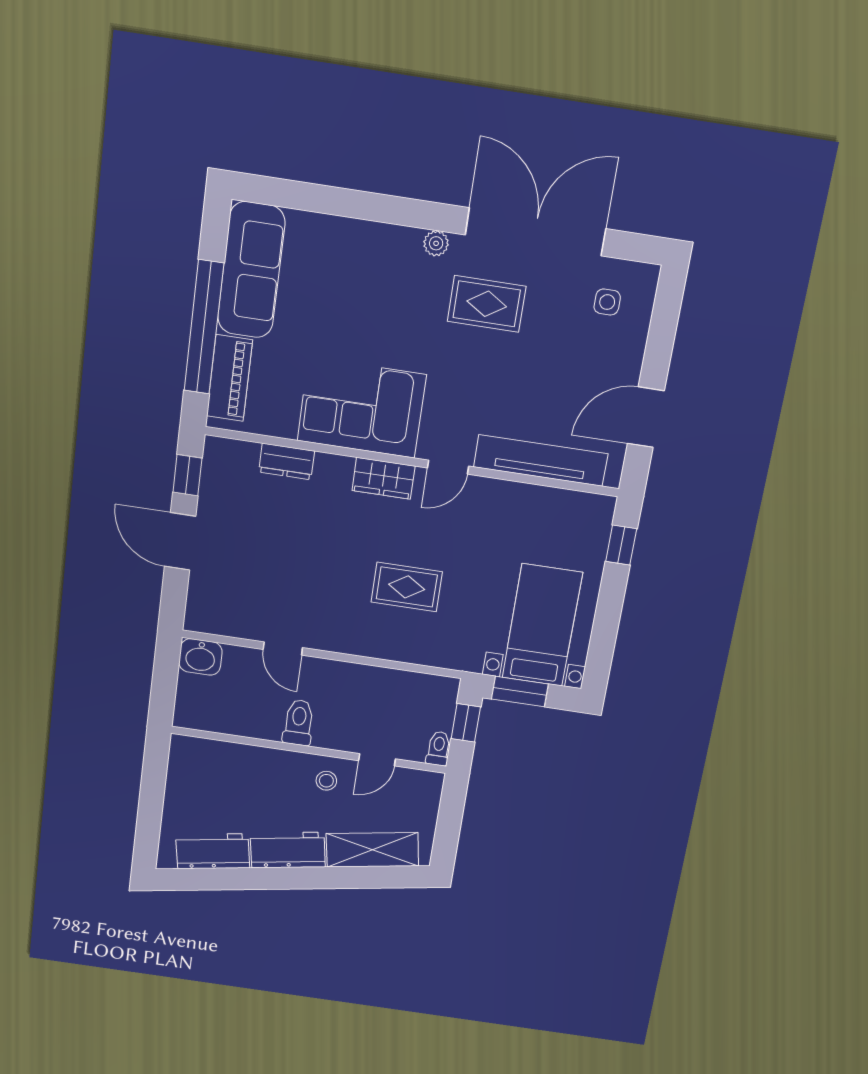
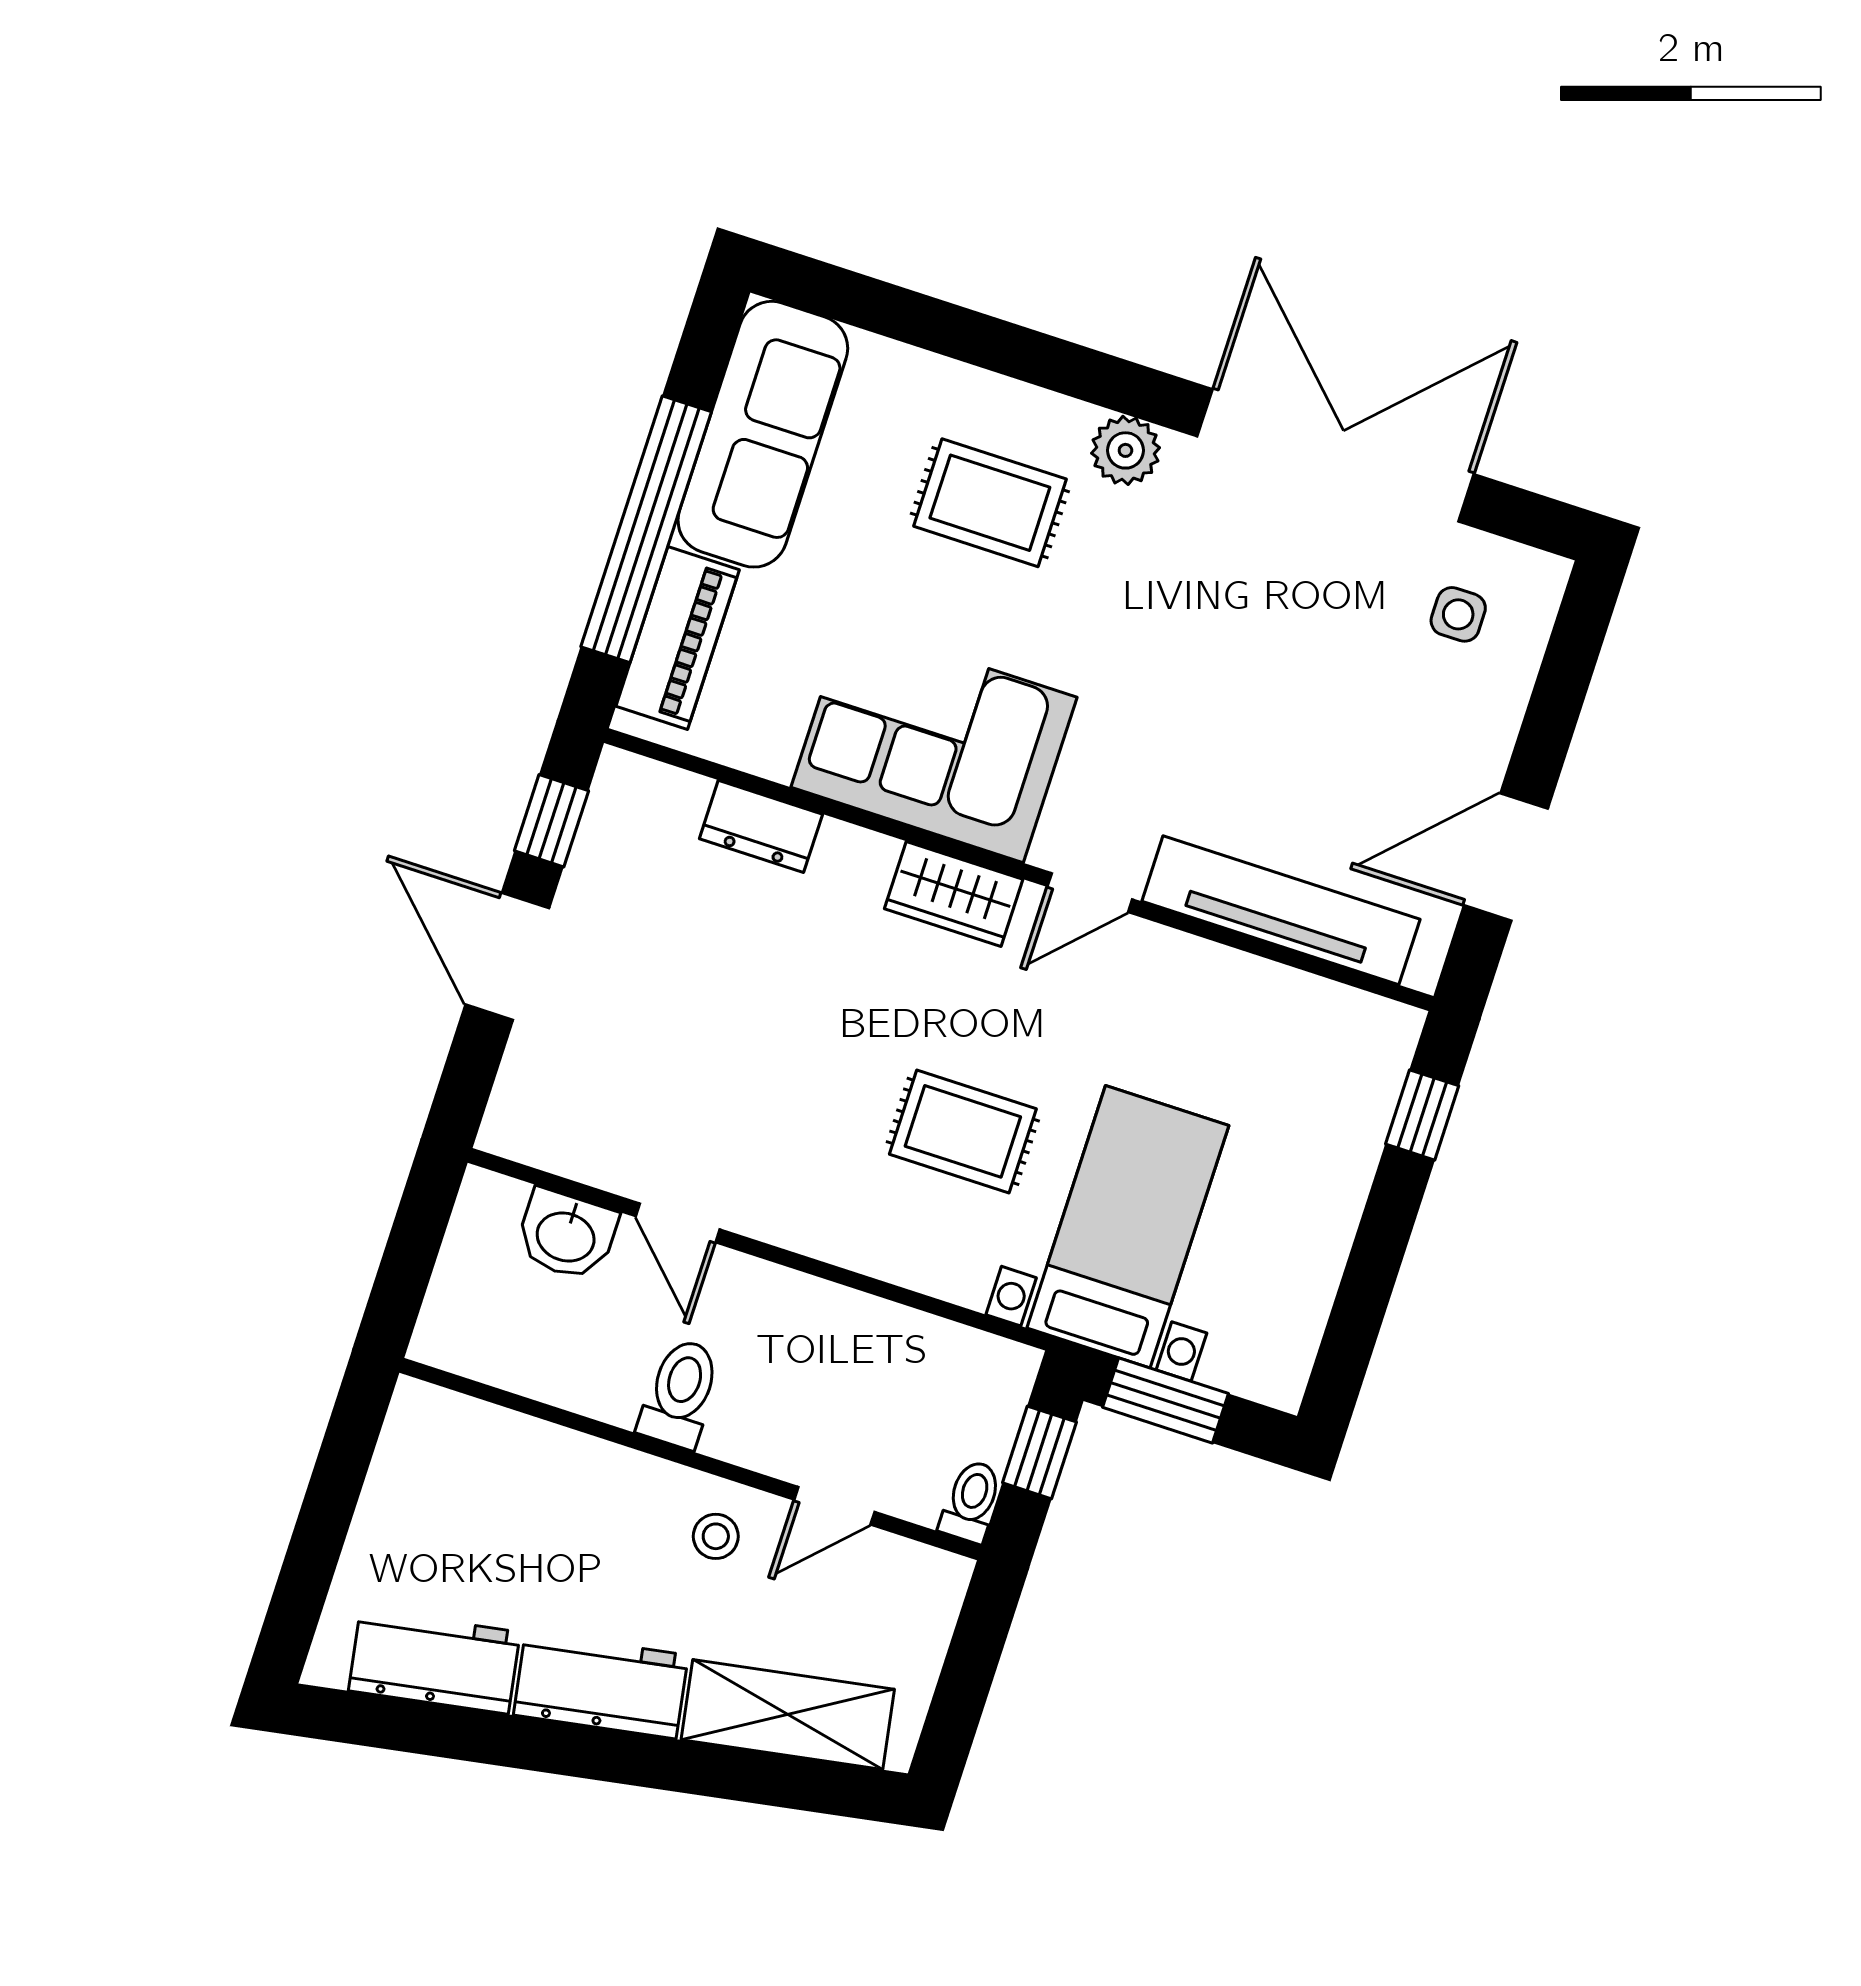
plant: (436, 243) -> (1125, 450), width x1.38, depth x1.38
rug: (487, 304) -> (990, 503), moved
bed with nightstands: (542, 625) -> (1128, 1227), moved
washbasin: (200, 657) -> (566, 1235), moved

